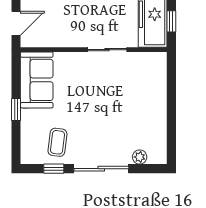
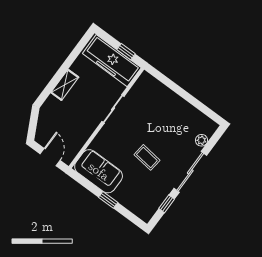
coffee table: (57, 142) -> (147, 157), moved

